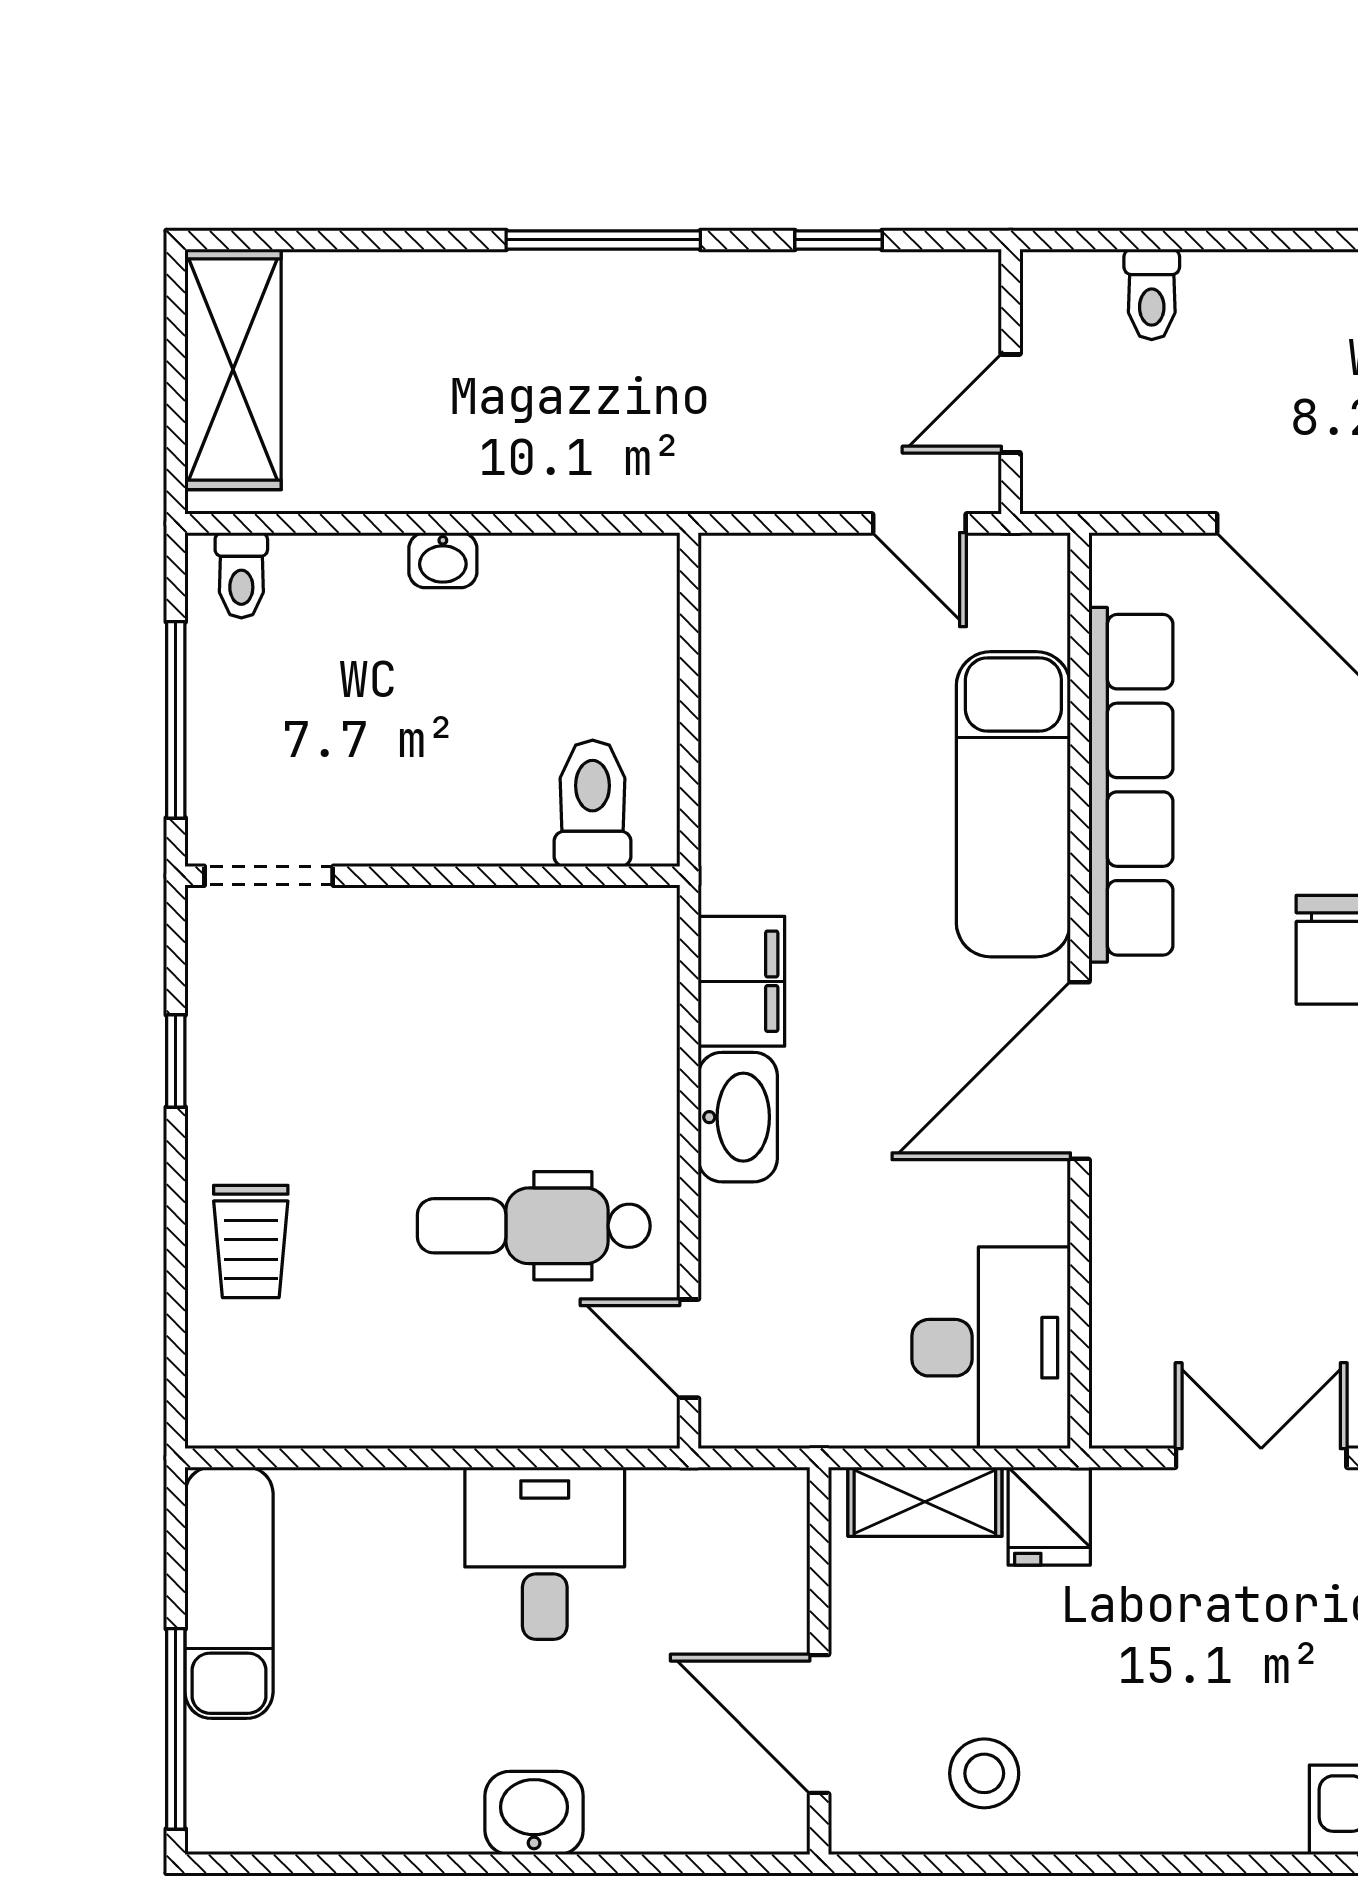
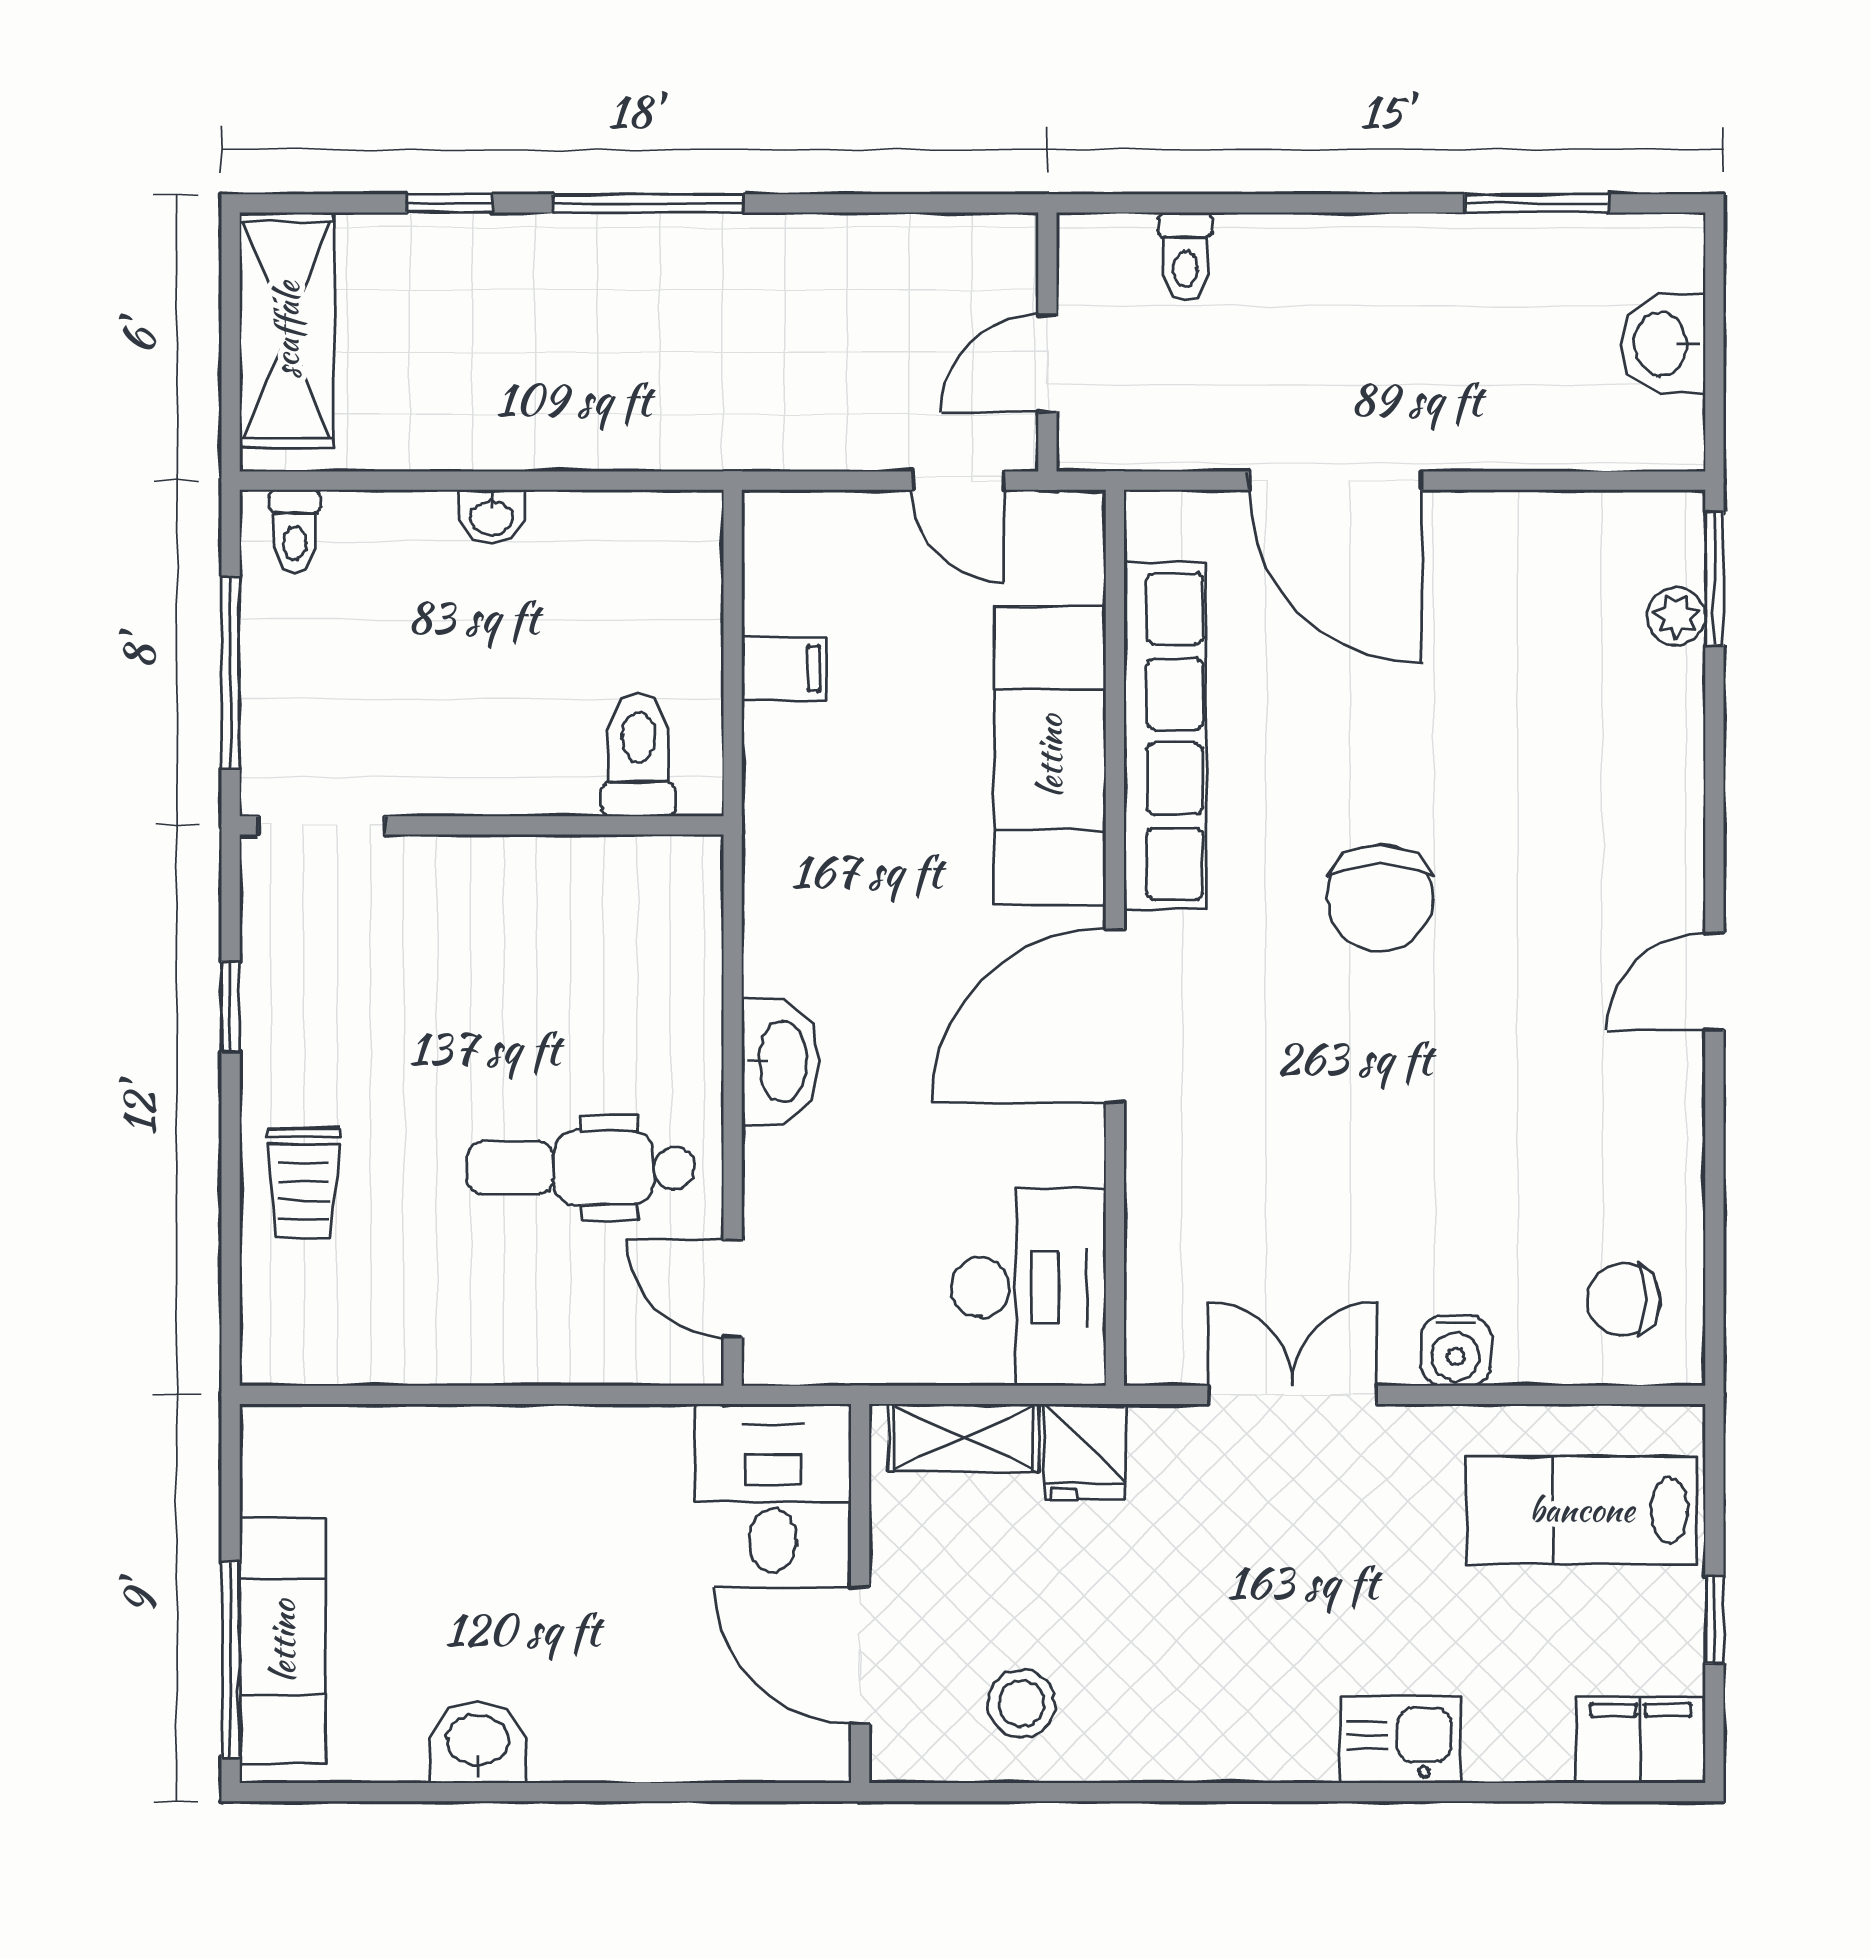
window: (838, 240) -> (449, 203), moved
filing cabinet: (741, 981) -> (784, 669), moved, width x0.50
desk: (545, 1553) -> (773, 1488), moved
exam couch: (229, 1593) -> (283, 1641), moved
washbasin: (534, 1813) -> (478, 1742), moved

